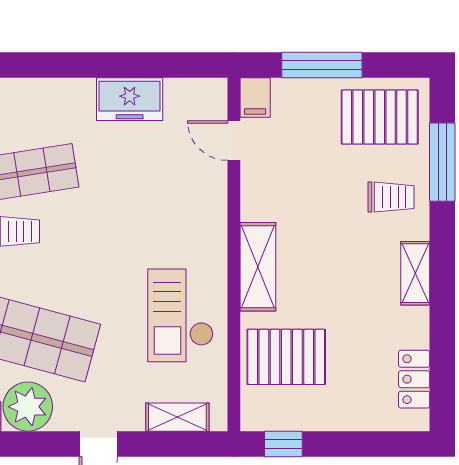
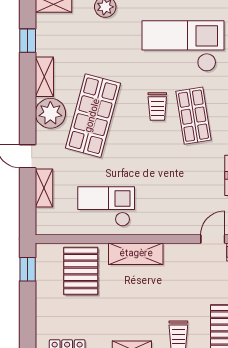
shelving: (177, 417) -> (44, 188), moved

